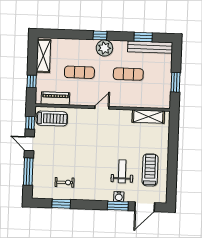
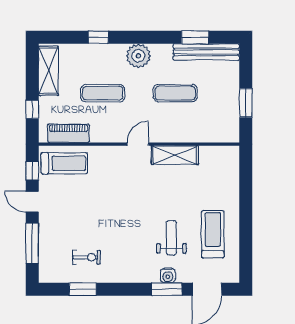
window: (100, 35) -> (98, 37), moved
shelving: (148, 117) -> (175, 155), moved

